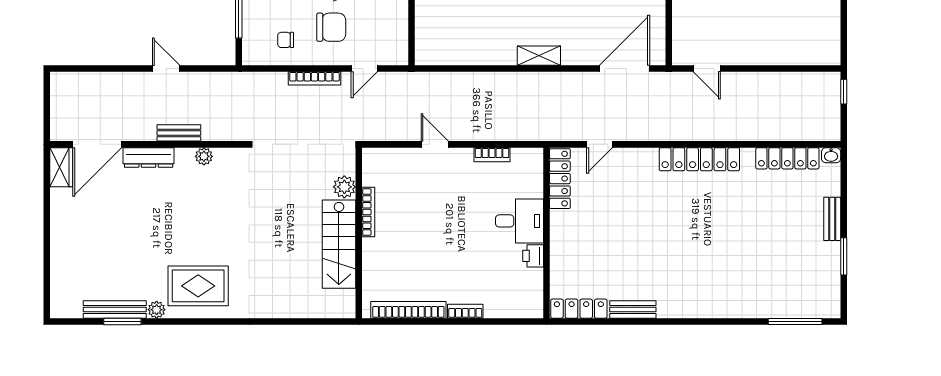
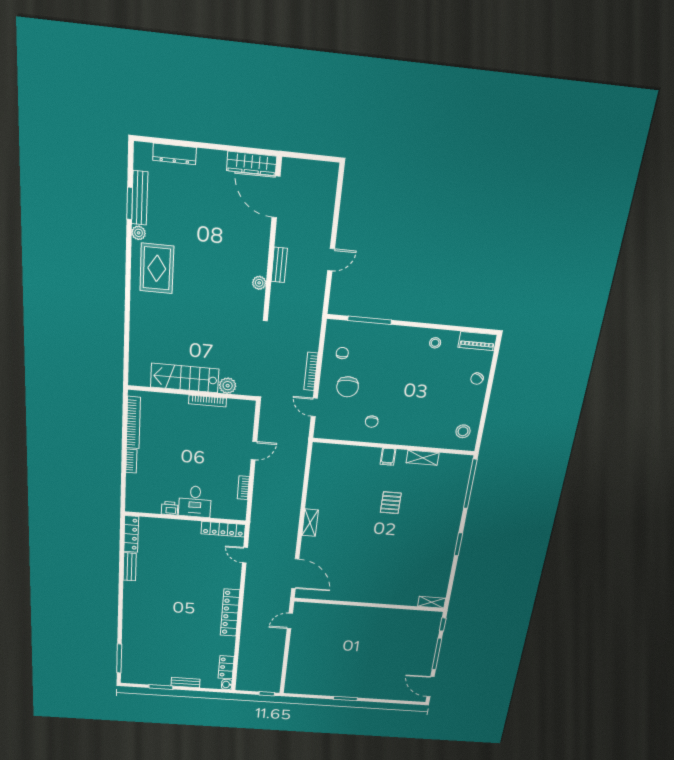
dresser: (149, 158) -> (175, 154), moved, turned -90
locker: (787, 158) -> (226, 667), width x0.66
wardrobe: (61, 167) -> (252, 163), width x1.50

